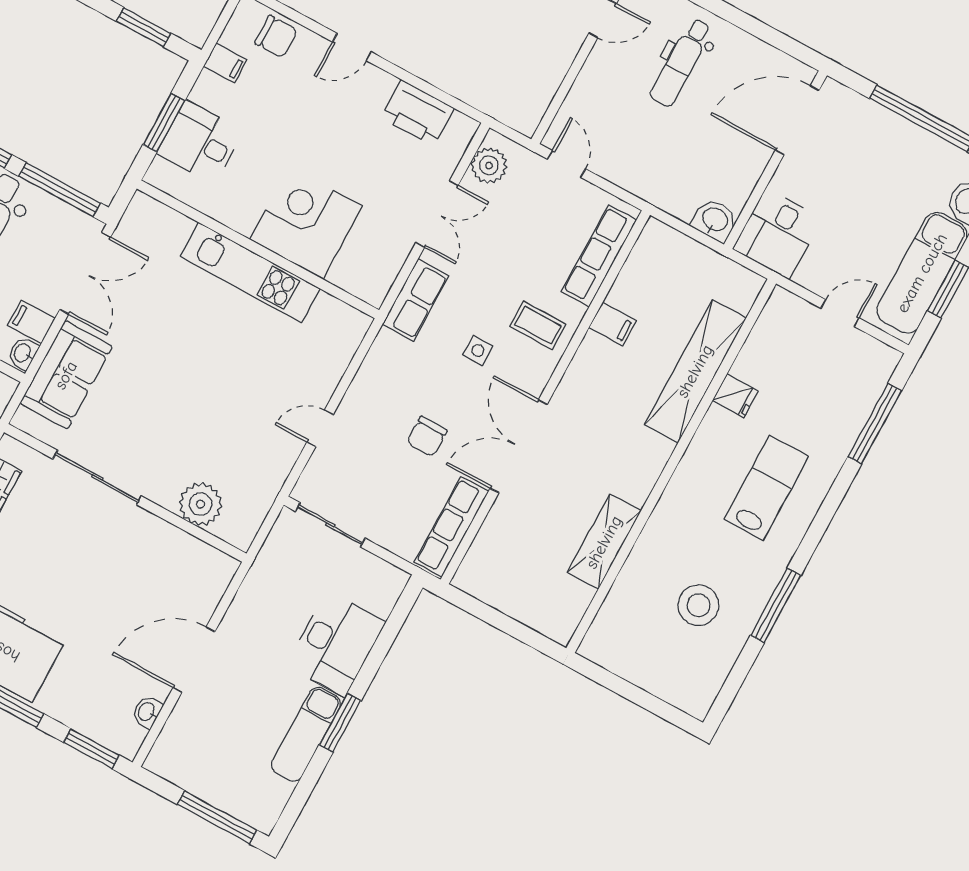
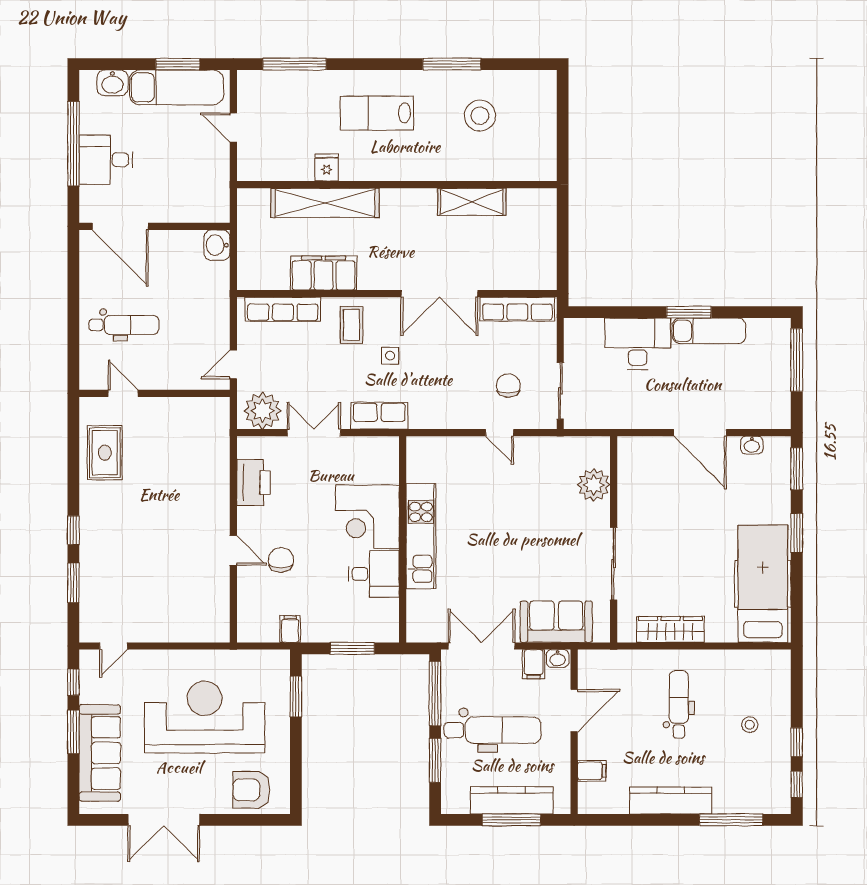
chair: (276, 37) -> (281, 560), moved
desk: (200, 142) -> (374, 574), moved, turned -90
plant: (489, 165) -> (263, 411), width x1.36, depth x1.36
desk: (778, 234) -> (106, 160), moved, turned 180
filing cabinet: (612, 324) -> (324, 273), width x3.00, depth x1.17
chair: (427, 436) -> (508, 386), moved, turned -90

